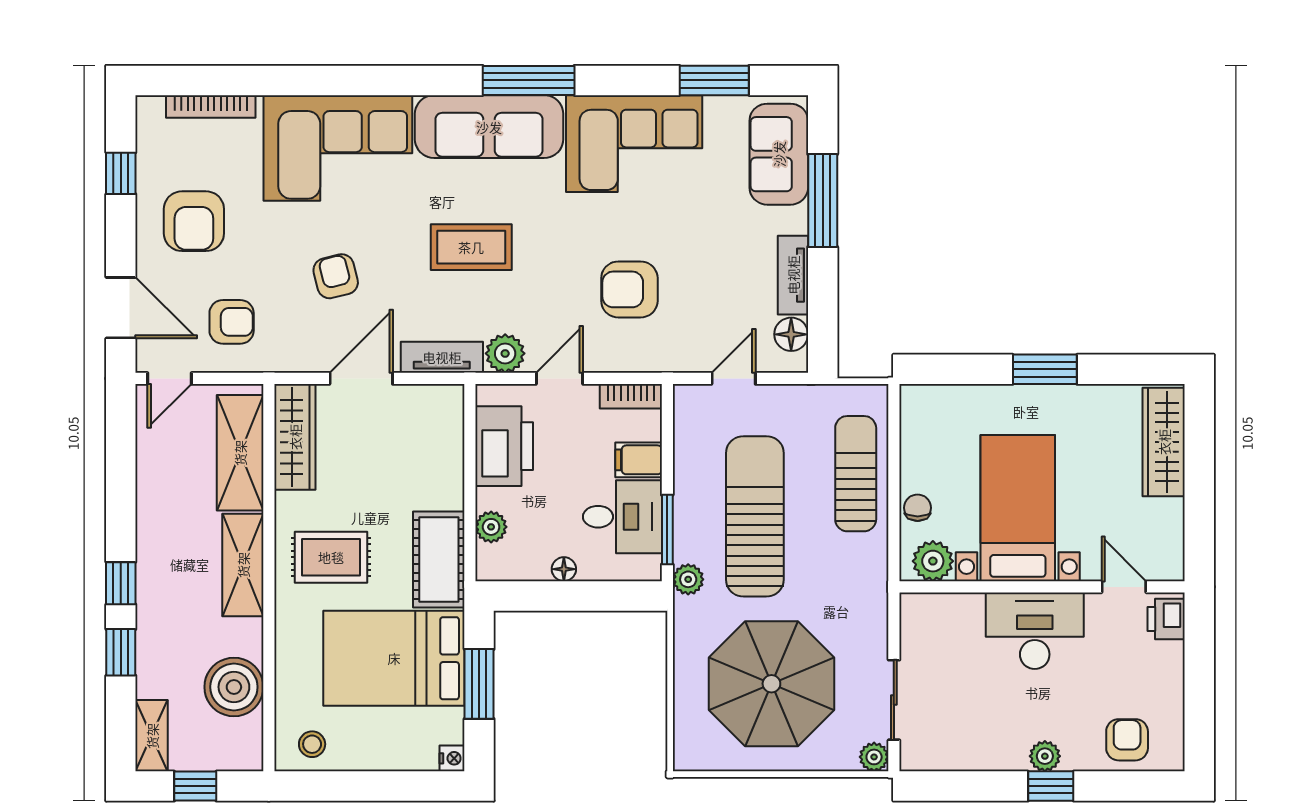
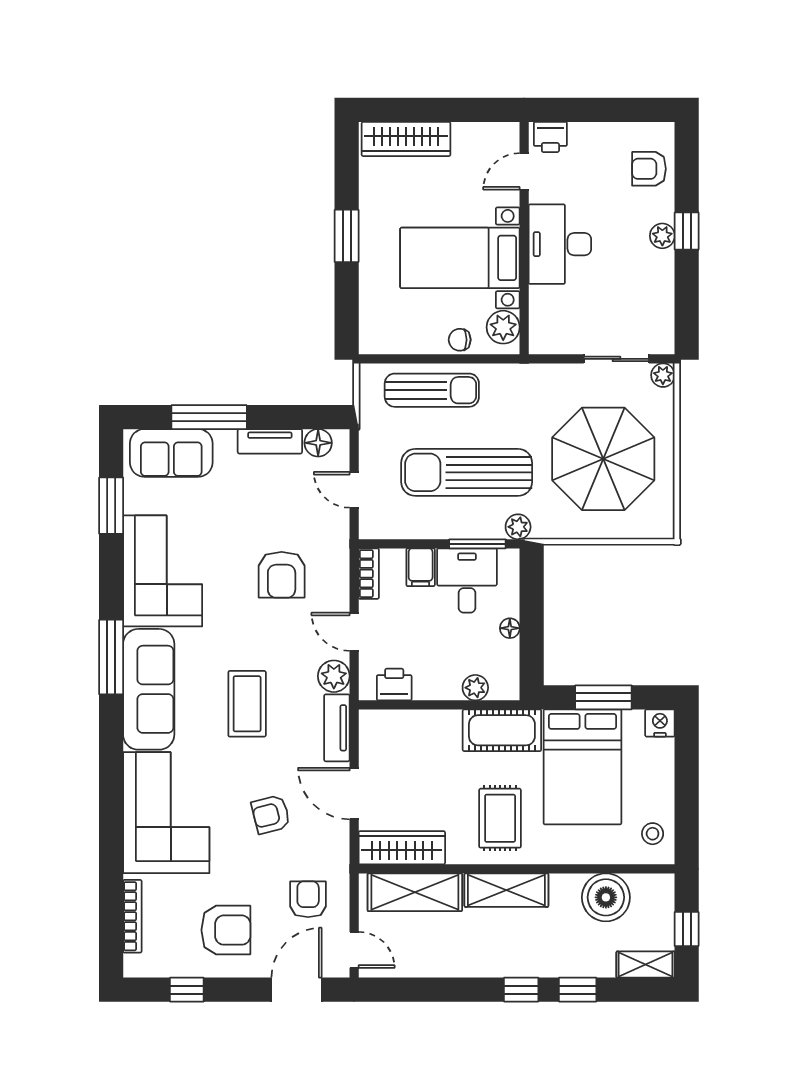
printer: (504, 446) -> (394, 685), width x0.53, depth x0.68
sun lounger: (856, 474) -> (432, 390), turned 180
nightstand: (452, 758) -> (660, 723), width x1.39, depth x1.35

